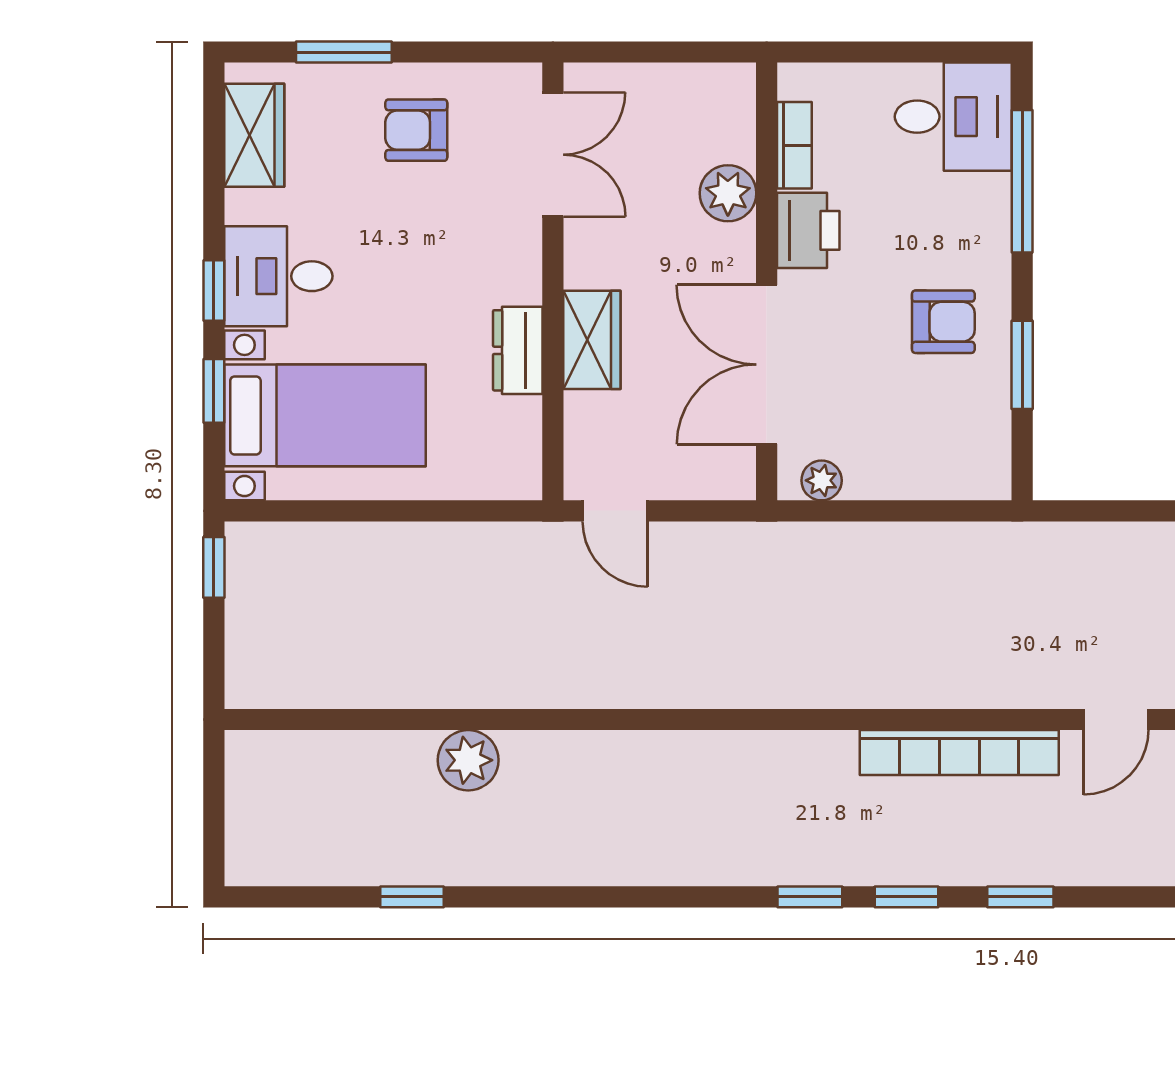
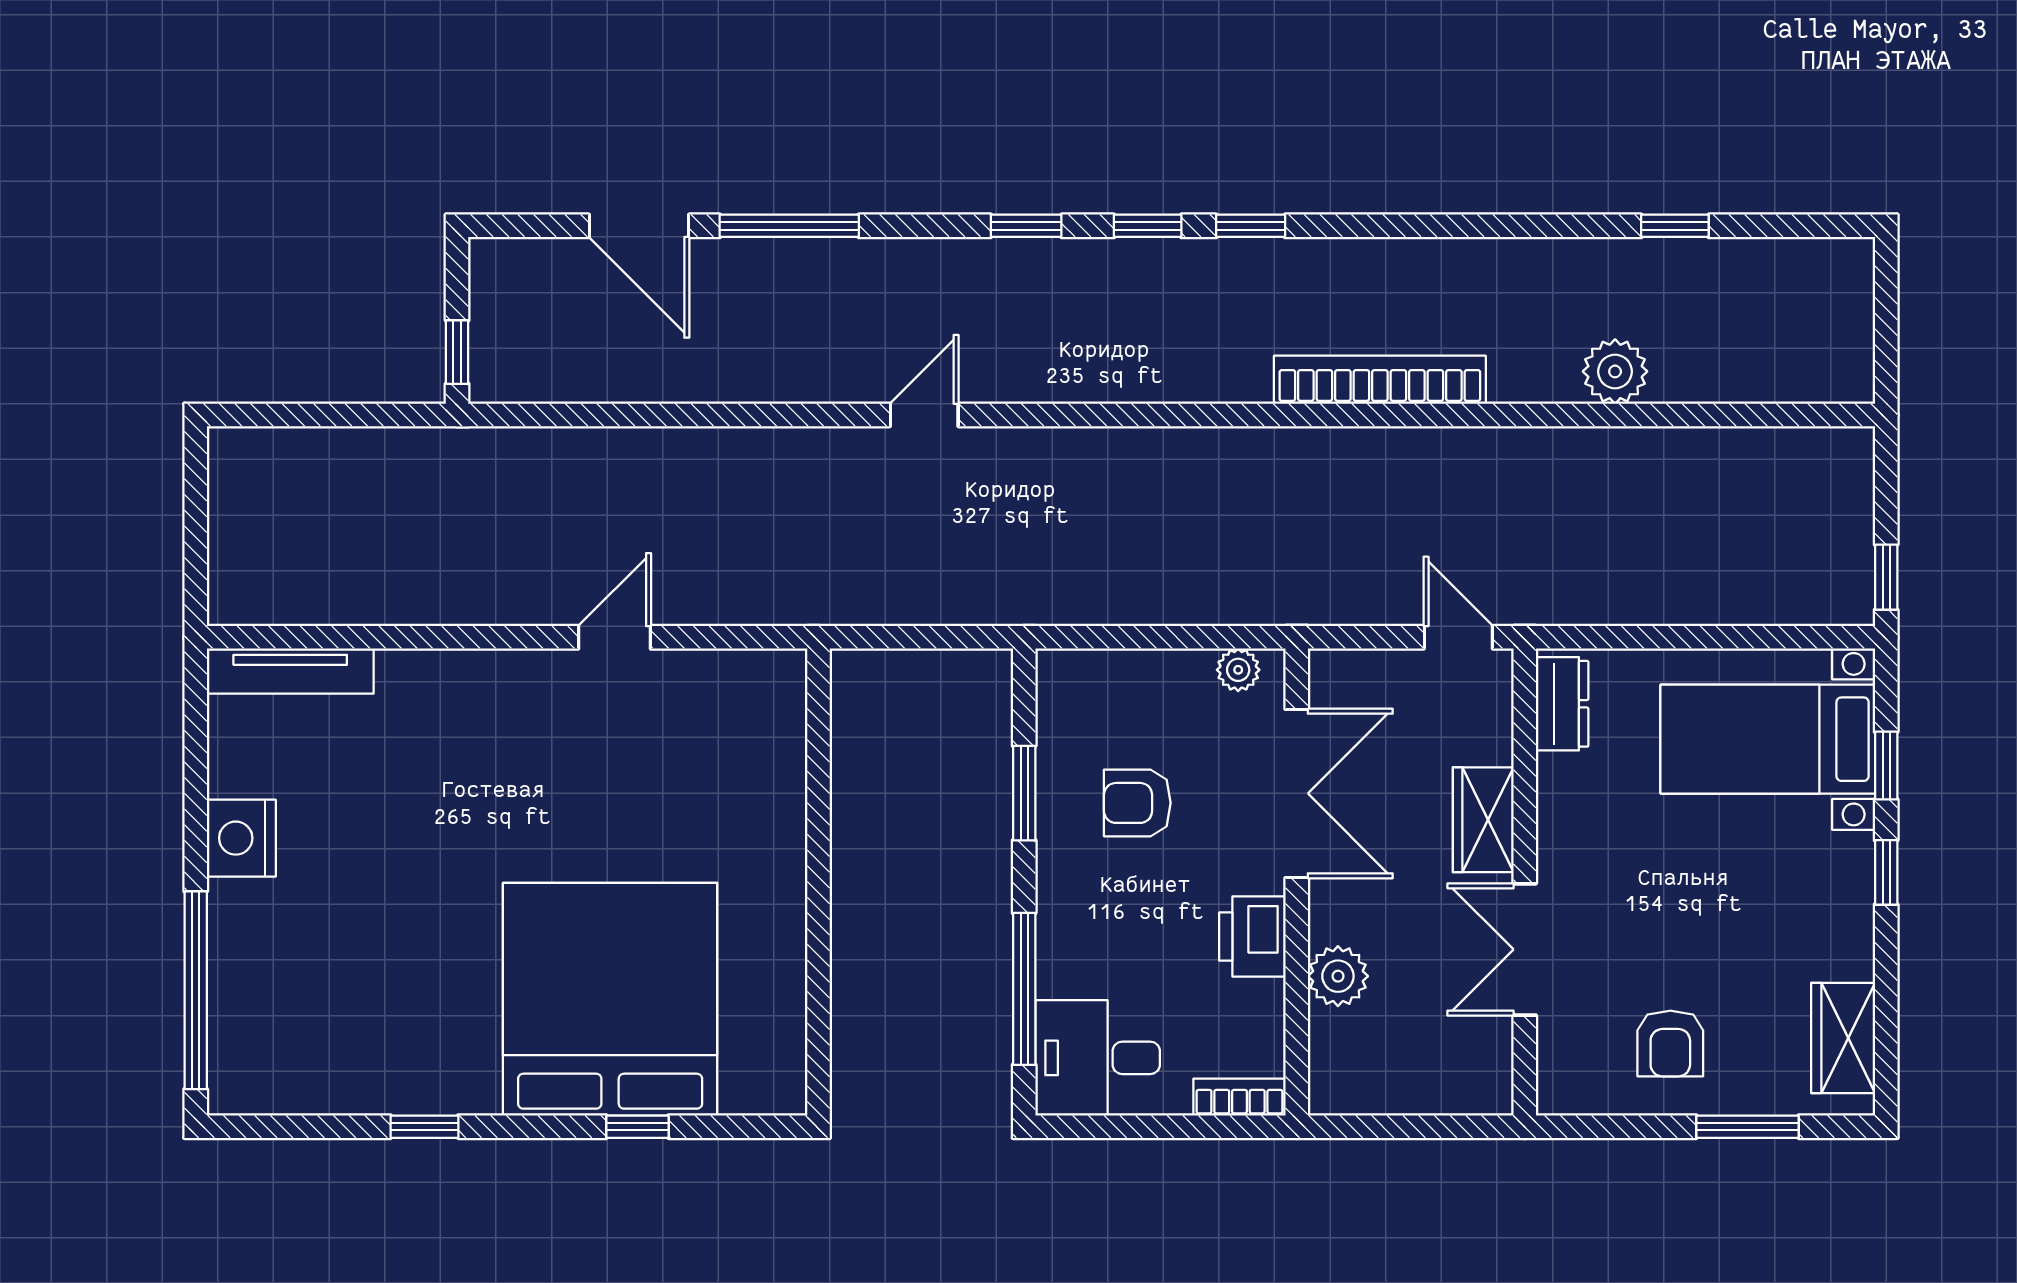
armchair: (416, 130) -> (1670, 1043), turned 90
bookcase: (794, 145) -> (1239, 1097), moved, turned 90
double door: (553, 155) -> (1525, 949), moved
desk: (278, 276) -> (1817, 888), removed
armchair: (943, 322) -> (1137, 803), moved
dresser: (518, 350) -> (1562, 704), moved
bookcase: (959, 753) -> (1380, 380), moved

